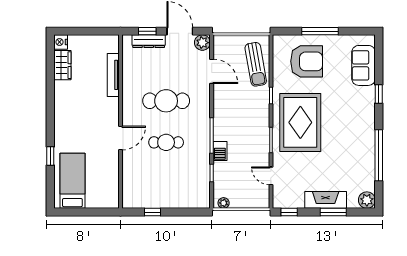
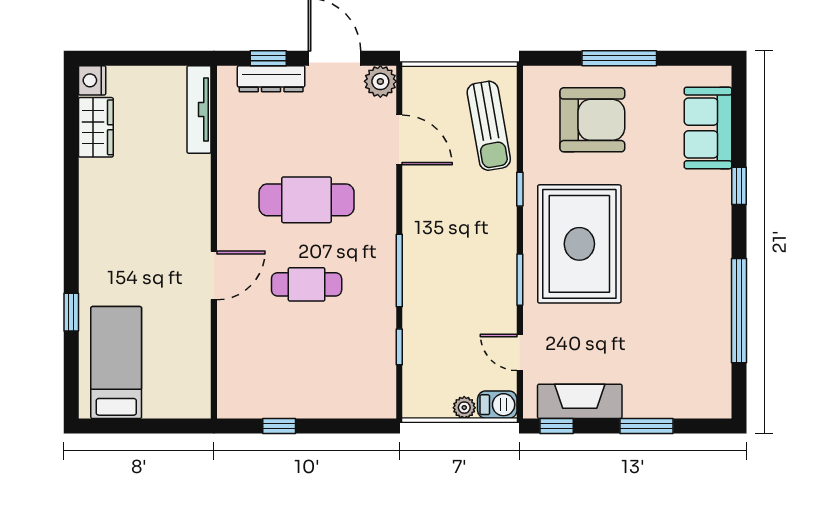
tv unit: (113, 75) -> (199, 110), moved
barbecue: (220, 151) -> (497, 405), moved, turned -90
fireplace: (326, 200) -> (580, 401), moved
plant: (367, 200) -> (715, 402), removed
plant: (224, 203) -> (464, 408), moved

